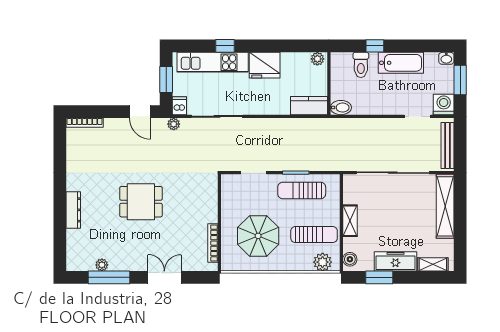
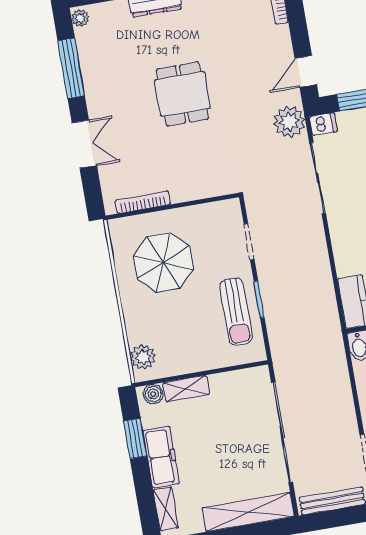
plant: (174, 124) -> (289, 122), width x1.88, depth x1.88
sun lounger: (302, 191) -> (236, 312), turned 180
shelving: (350, 221) -> (186, 388), moved
sun lounger: (314, 235) -> (179, 339), removed
plant: (102, 265) -> (80, 18), moved

